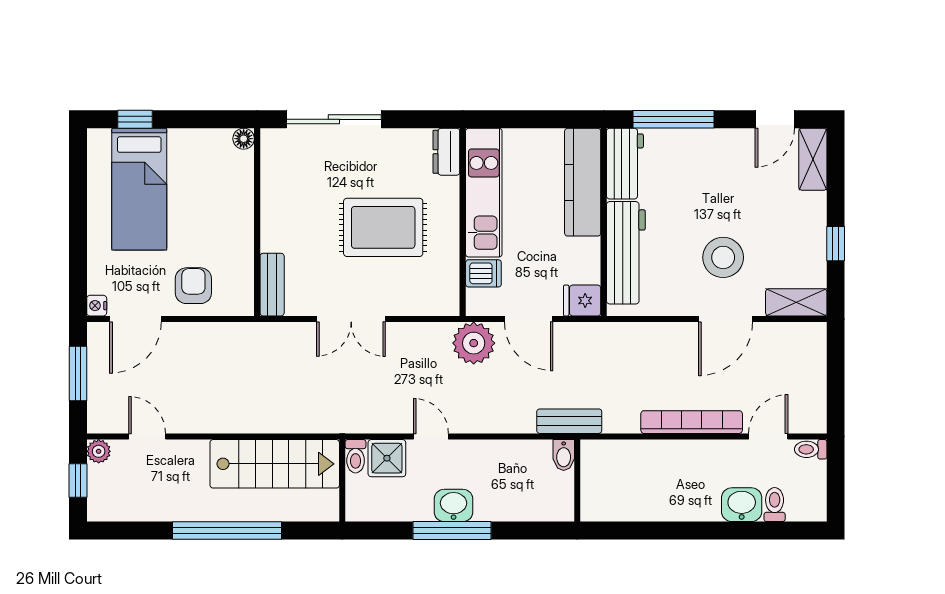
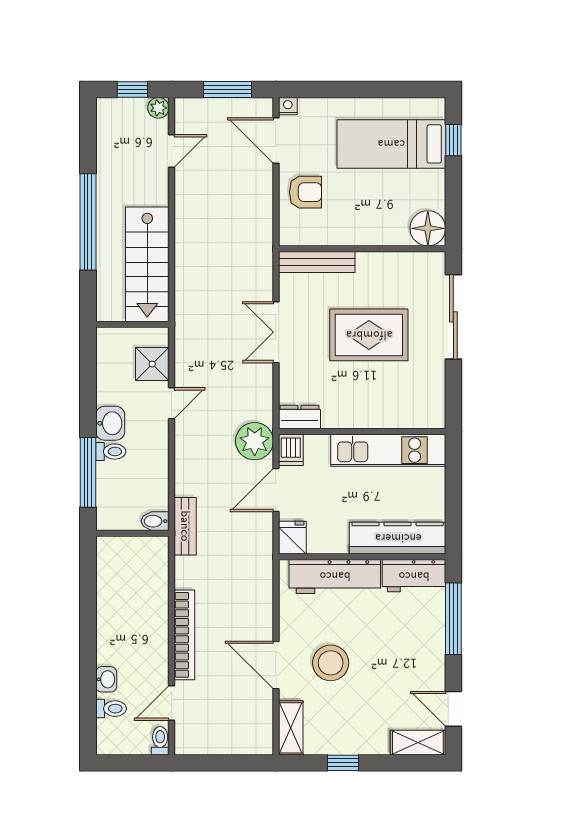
floor lamp: (244, 139) -> (428, 228), width x1.89, depth x1.89
dresser: (446, 152) -> (299, 417), moved
rug: (383, 227) -> (369, 335), moved, turned 90
dishwasher: (483, 273) -> (291, 450), moved
bench: (272, 285) -> (317, 262), width x1.36
door: (768, 436) -> (172, 703), swing flipped
toilet: (356, 456) -> (111, 452), moved, turned 180
washbasin: (742, 505) -> (106, 679), width x0.72, depth x0.69
window: (452, 530) -> (88, 472), moved

